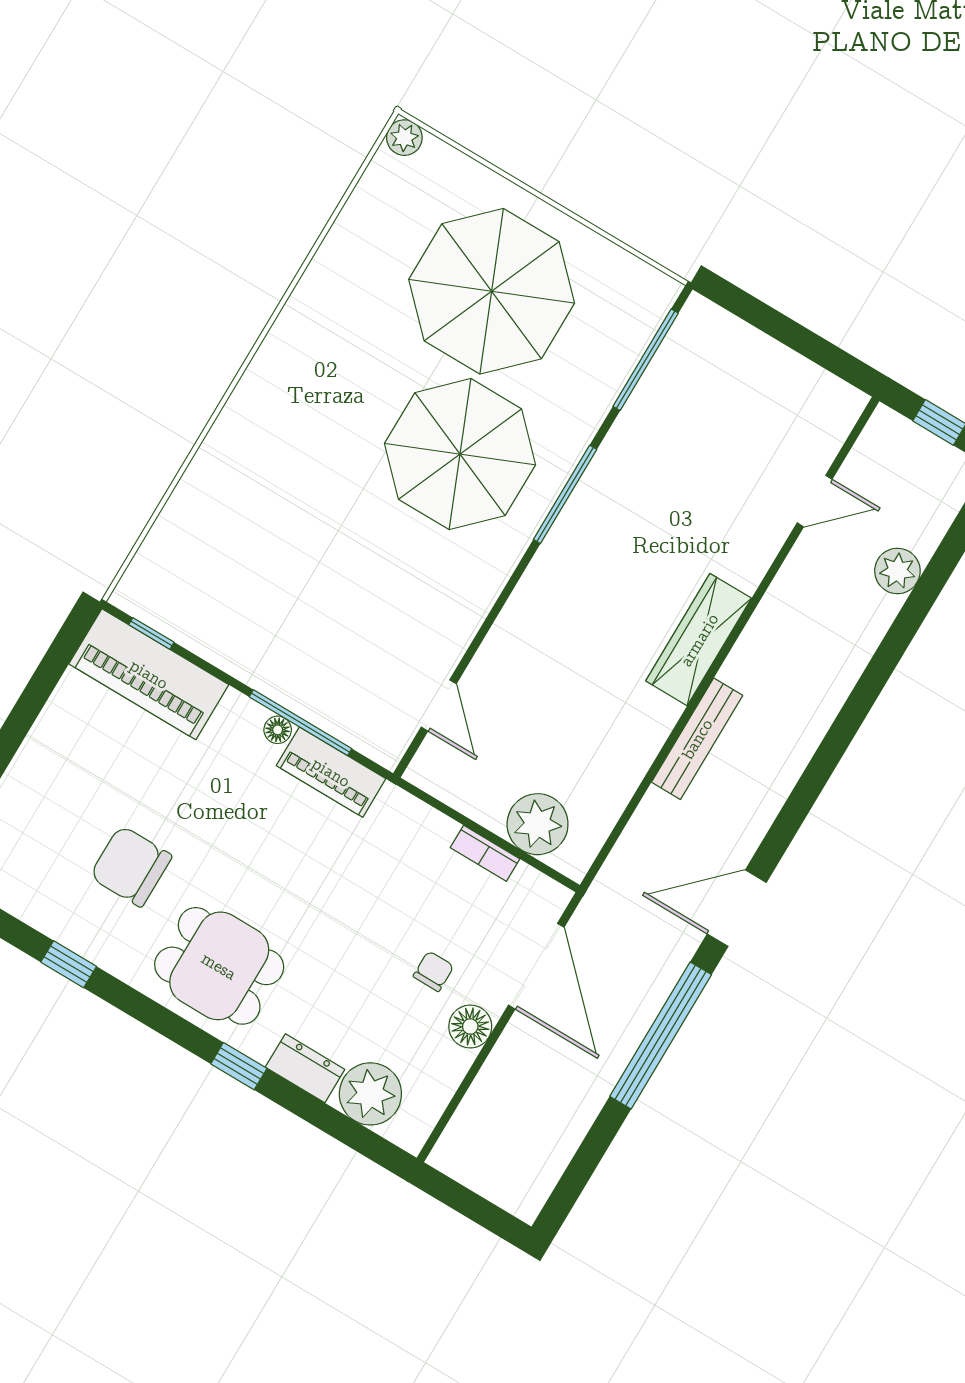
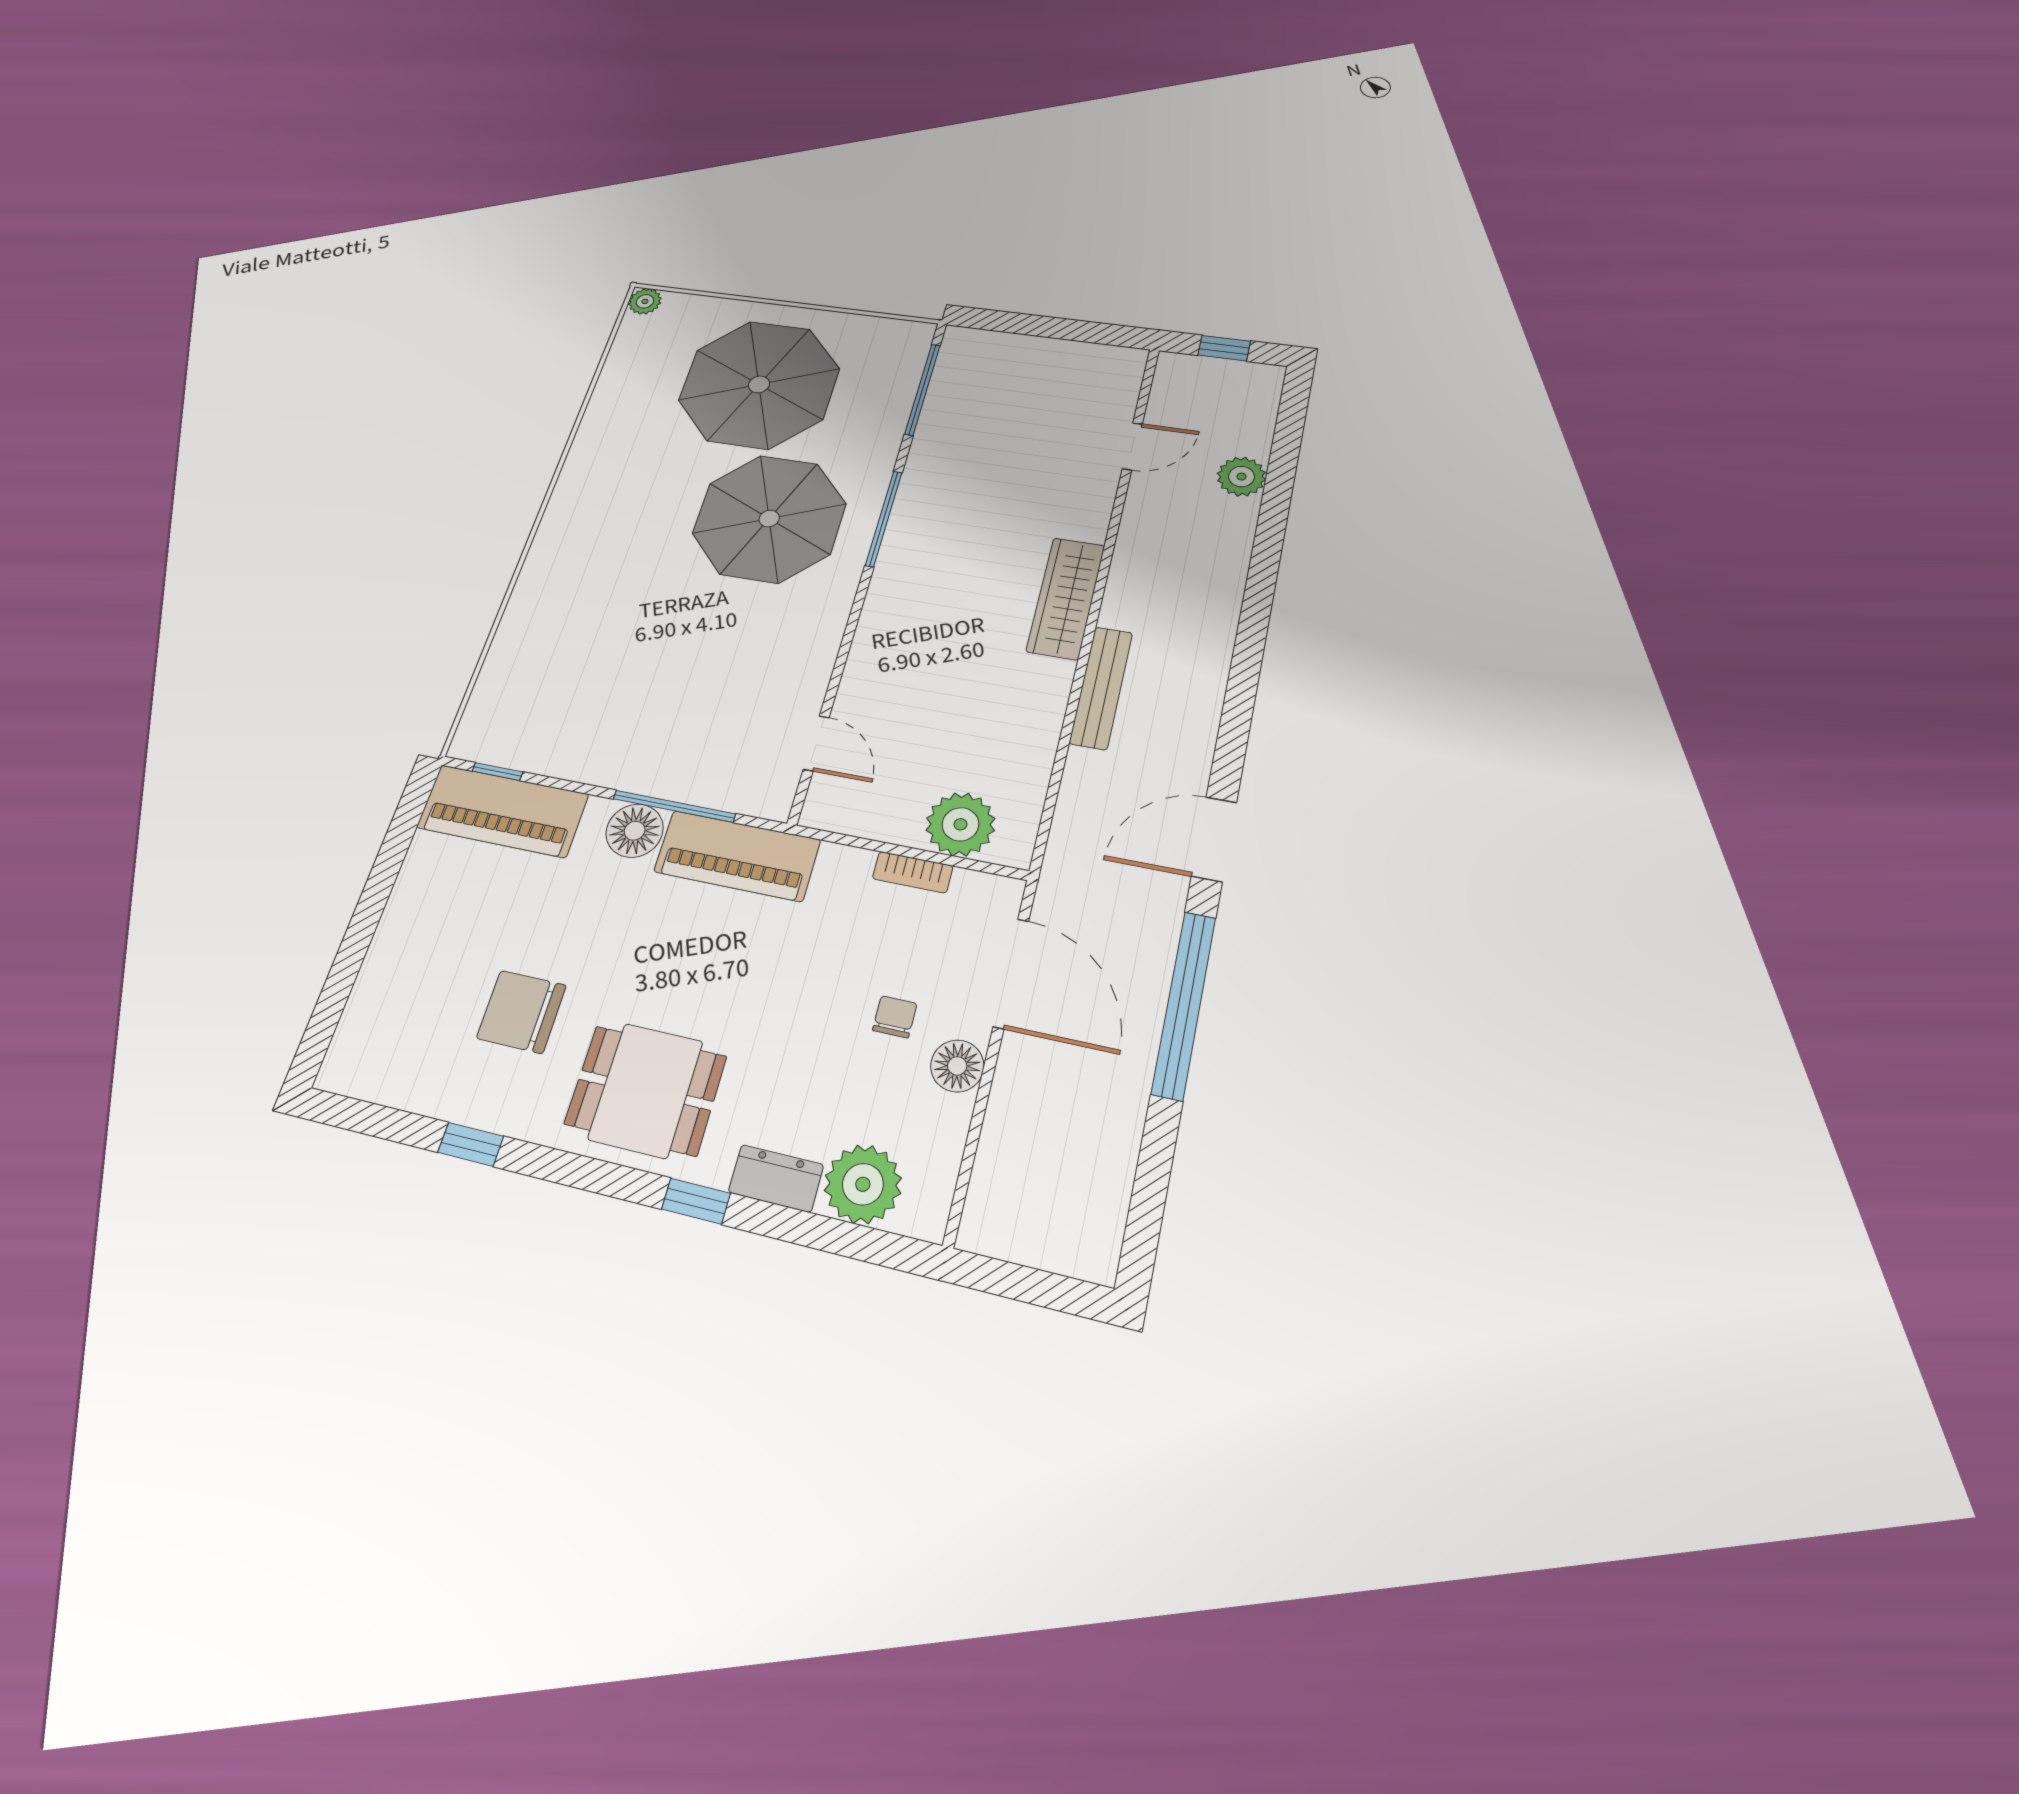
floor lamp: (278, 730) -> (635, 831), width x1.89, depth x1.89
piano: (331, 772) -> (737, 856), width x1.37, depth x1.33

